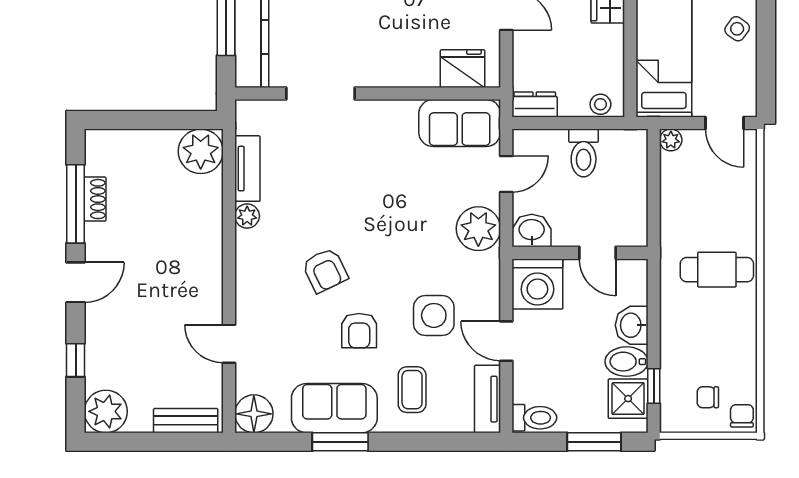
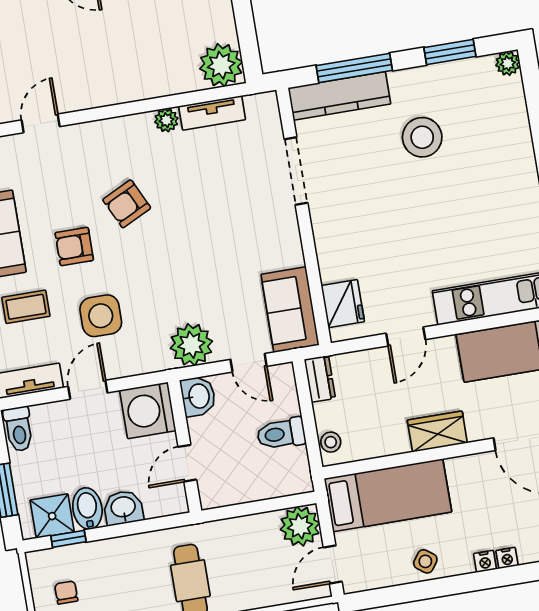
plant: (671, 140) -> (300, 526), width x1.88, depth x1.88

